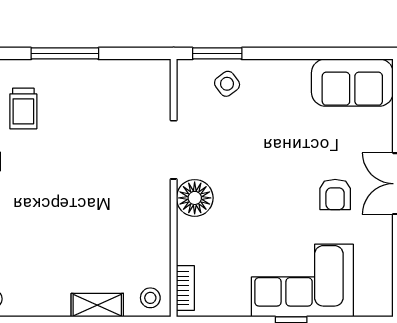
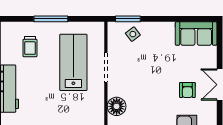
lab bench: (109, 140) -> (73, 62), added
floor lamp: (195, 198) -> (117, 106), moved

